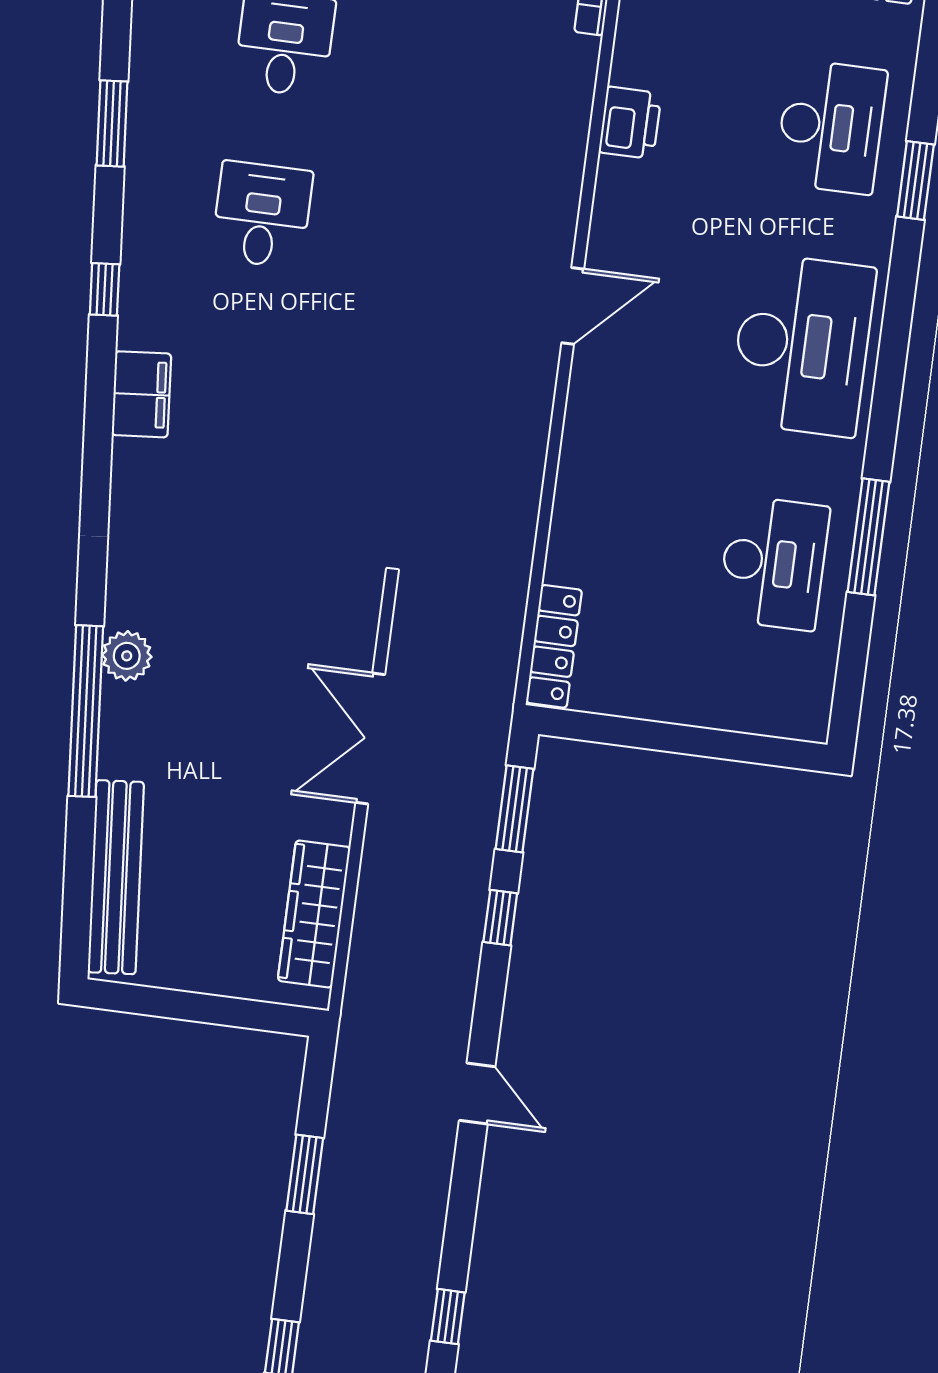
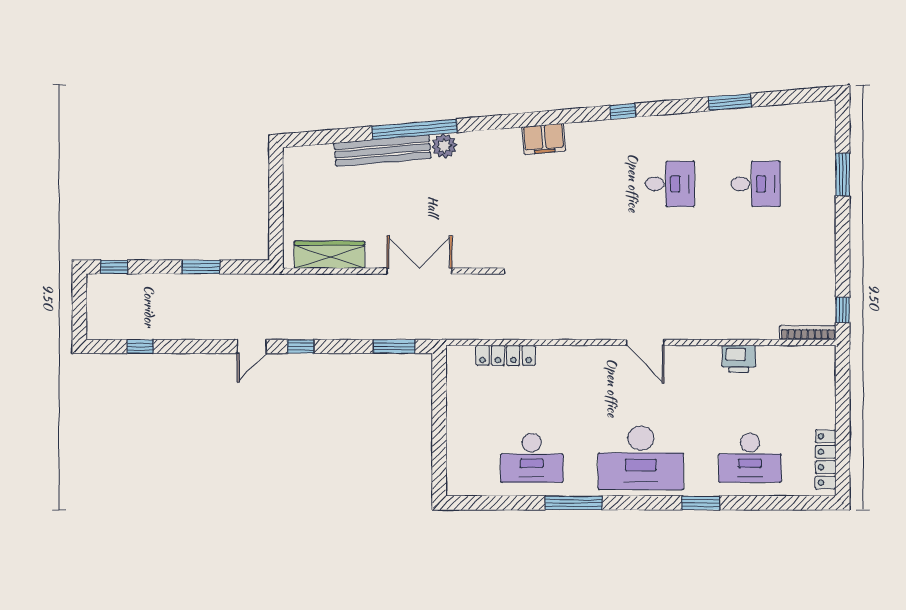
window: (112, 123) -> (730, 102), moved
window: (915, 181) -> (701, 503), moved
filing cabinet: (141, 394) -> (544, 139), moved
window: (869, 537) -> (574, 503), moved
locker: (554, 646) -> (506, 355), moved
bench: (116, 877) -> (382, 151), moved
window: (500, 918) -> (301, 347), moved

